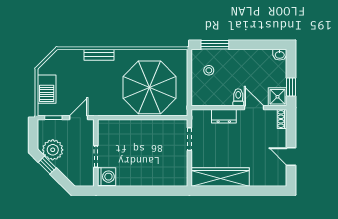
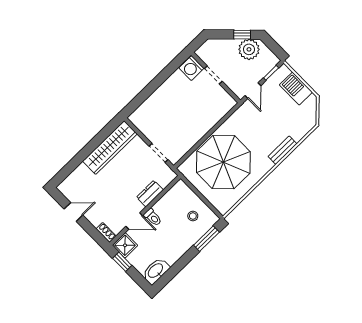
washbasin: (280, 55) -> (156, 271), width x1.91, depth x1.45

